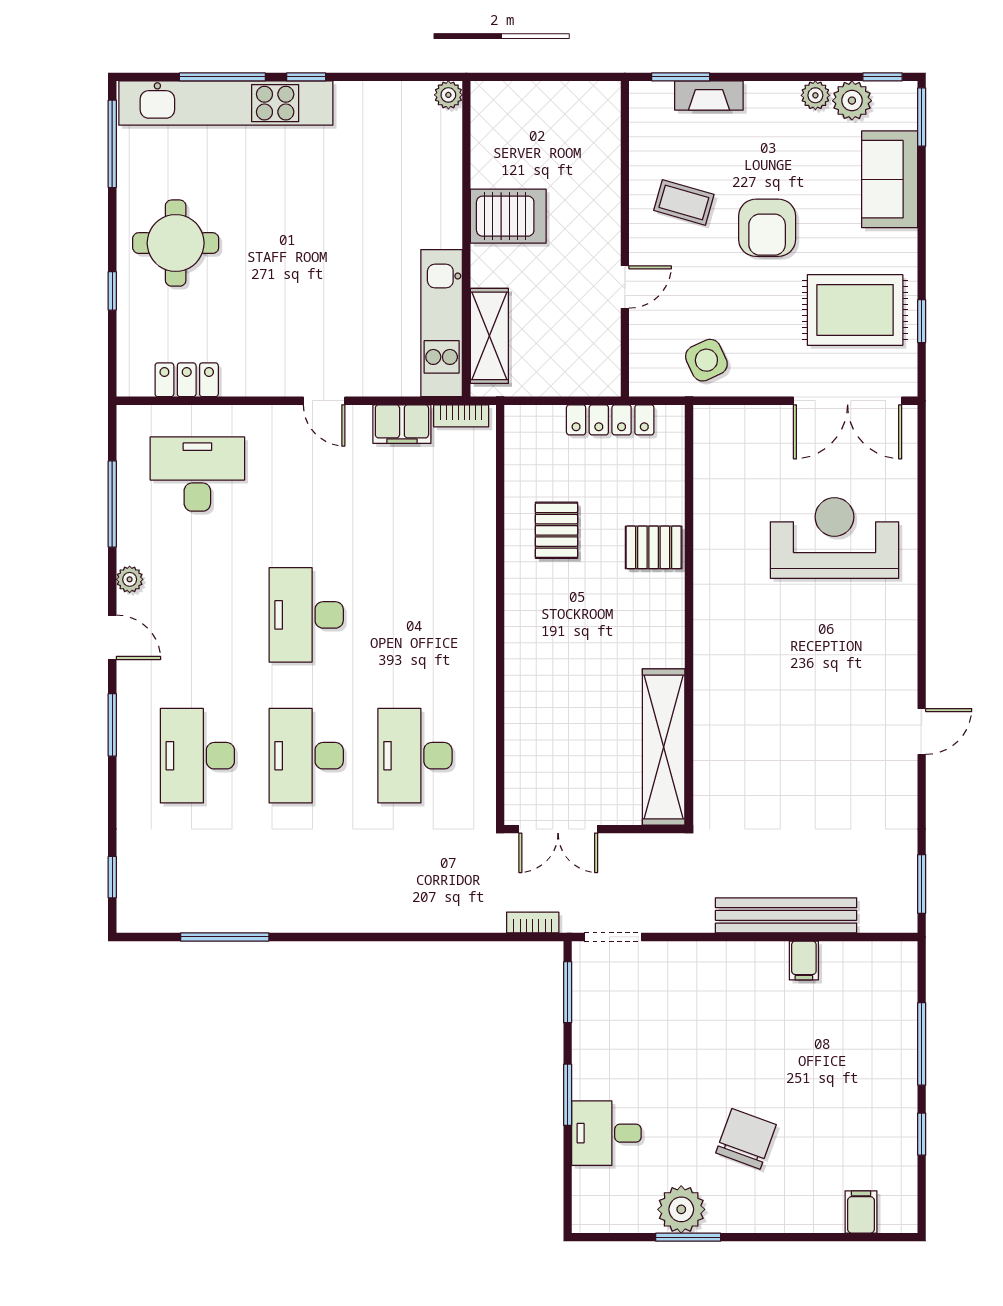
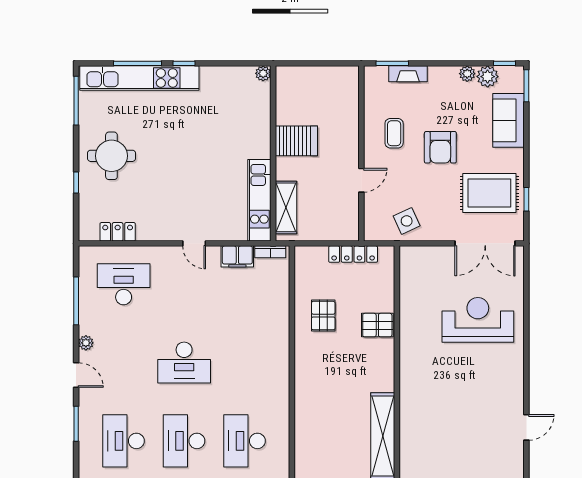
coffee table: (684, 202) -> (394, 133), turned 74
desk: (306, 615) -> (184, 363), turned -90

